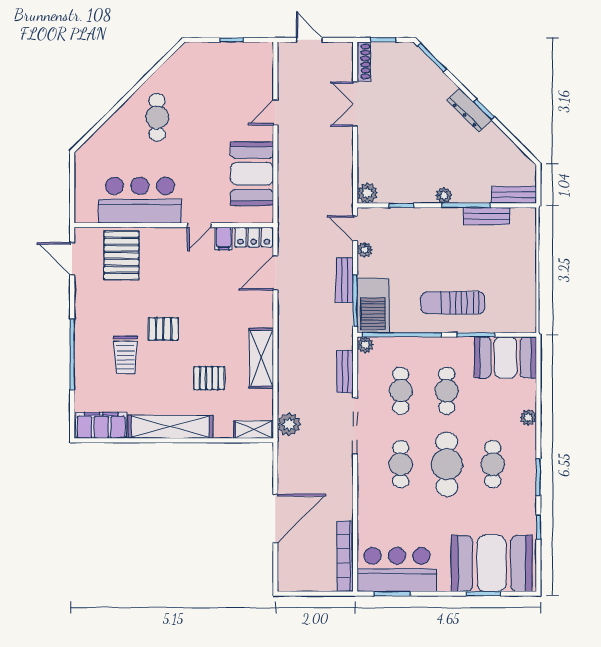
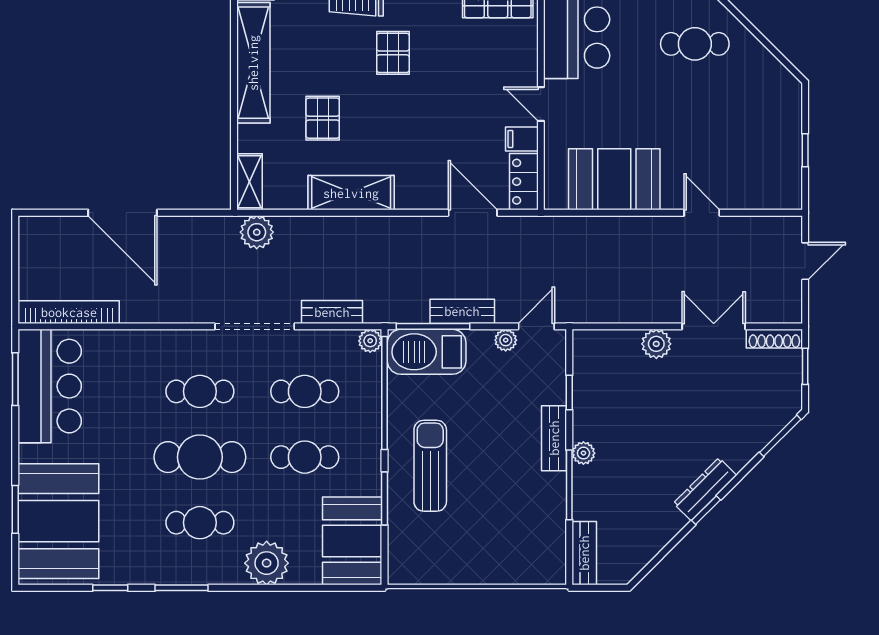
plant: (367, 193) -> (656, 344), moved
bench: (487, 216) -> (554, 438), moved
plant: (528, 417) -> (267, 563), width x1.88, depth x1.88

